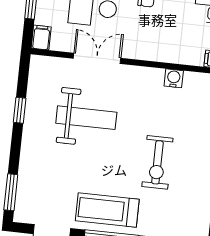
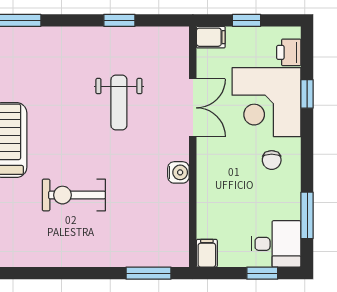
water cooler: (174, 78) -> (178, 172), moved
weight bench: (86, 118) -> (119, 102), width x0.73, depth x0.75

